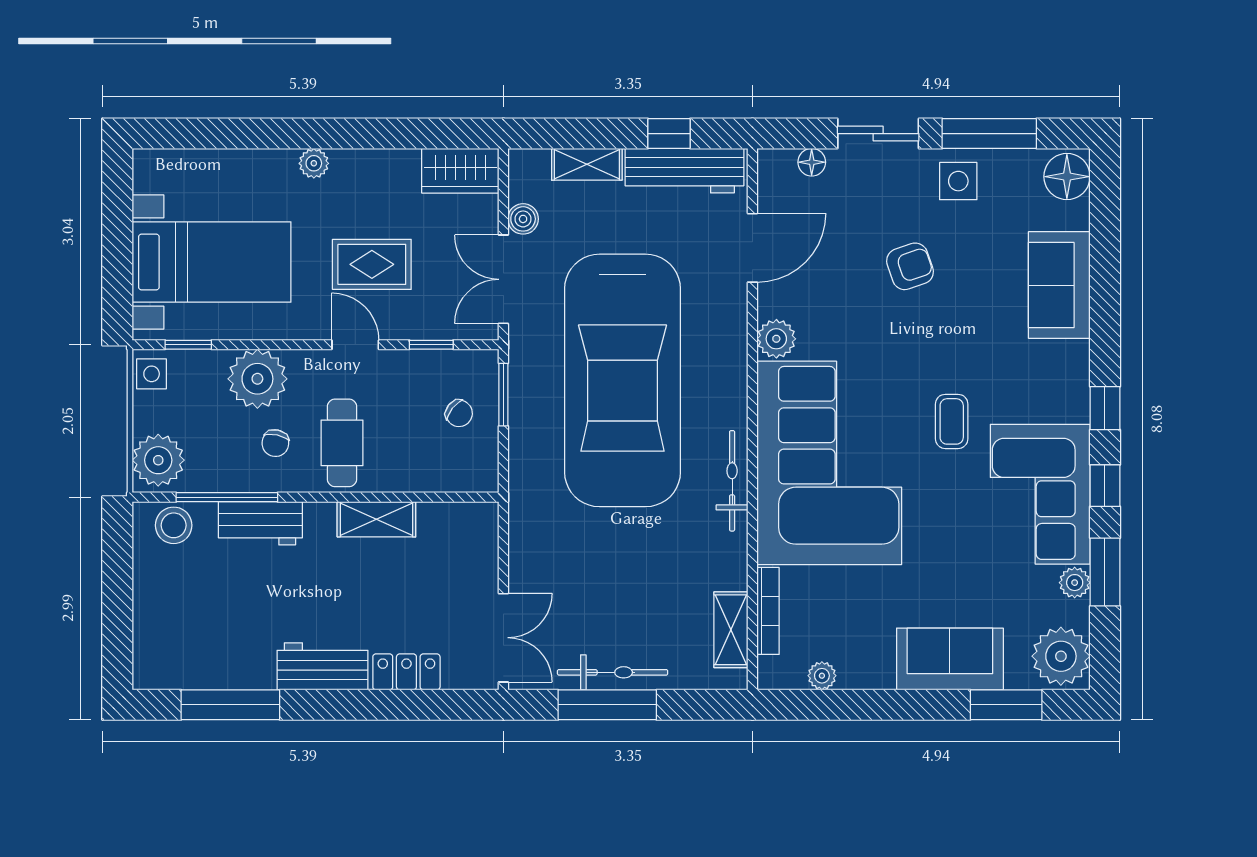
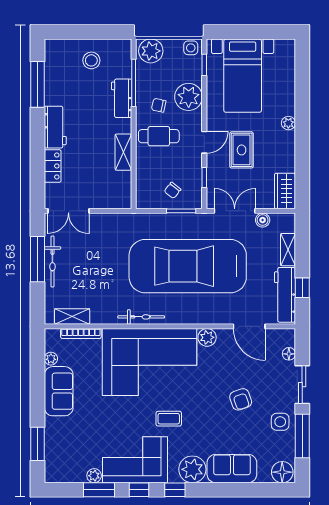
stool: (174, 525) -> (91, 60), moved
plant: (1061, 656) -> (192, 469), moved
sofa: (950, 659) -> (59, 391), moved

